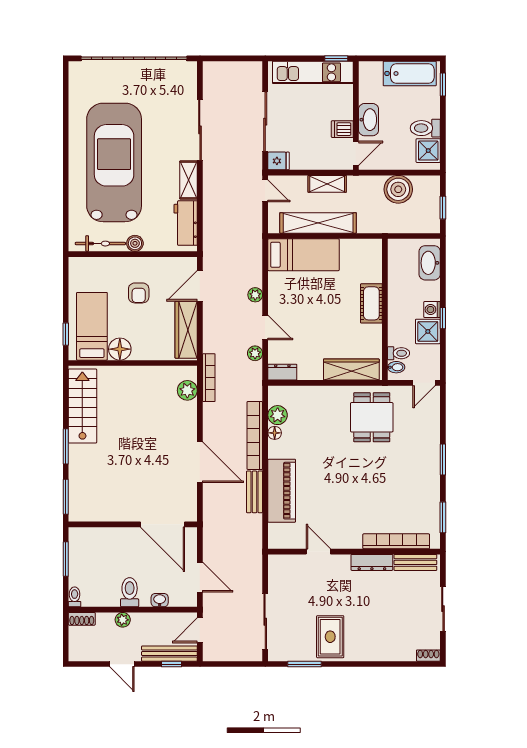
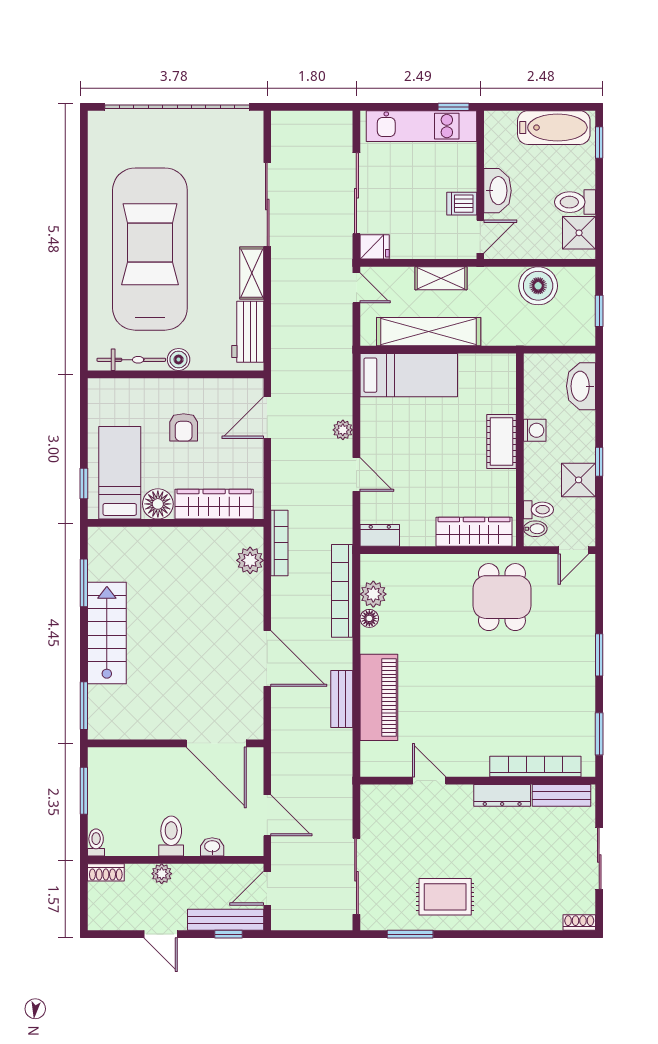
washing machine: (432, 310) -> (535, 430), moved, turned 180
wardrobe: (186, 330) -> (214, 504), moved, turned 90
plant: (255, 353) -> (342, 510), removed
stairs: (82, 406) -> (107, 633), moved
bookcase: (255, 435) -> (342, 591), moved
window: (66, 446) -> (84, 583), moved
rug: (330, 637) -> (445, 897), turned 90

